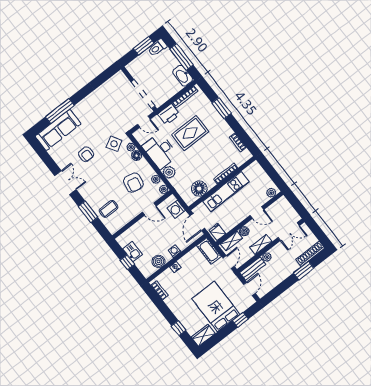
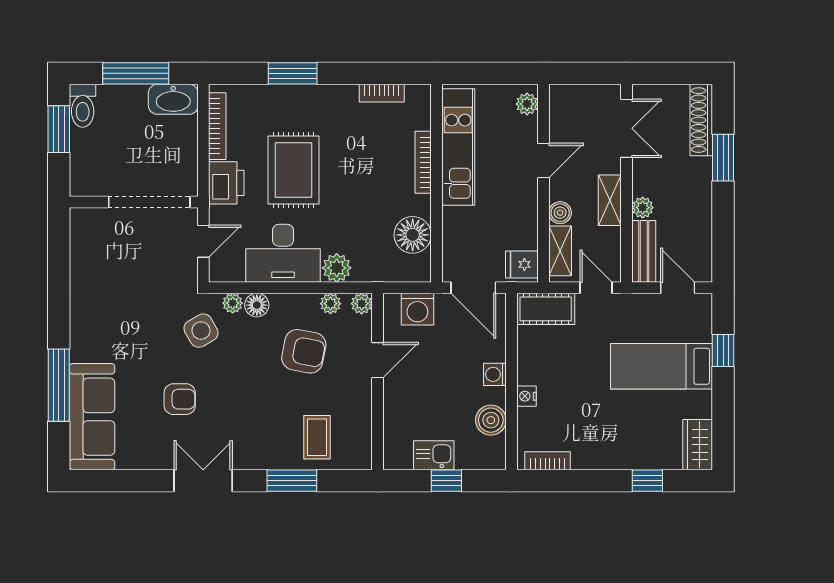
kitchen unit: (226, 192) -> (458, 147), moved
bed: (216, 307) -> (661, 366), width x0.67

